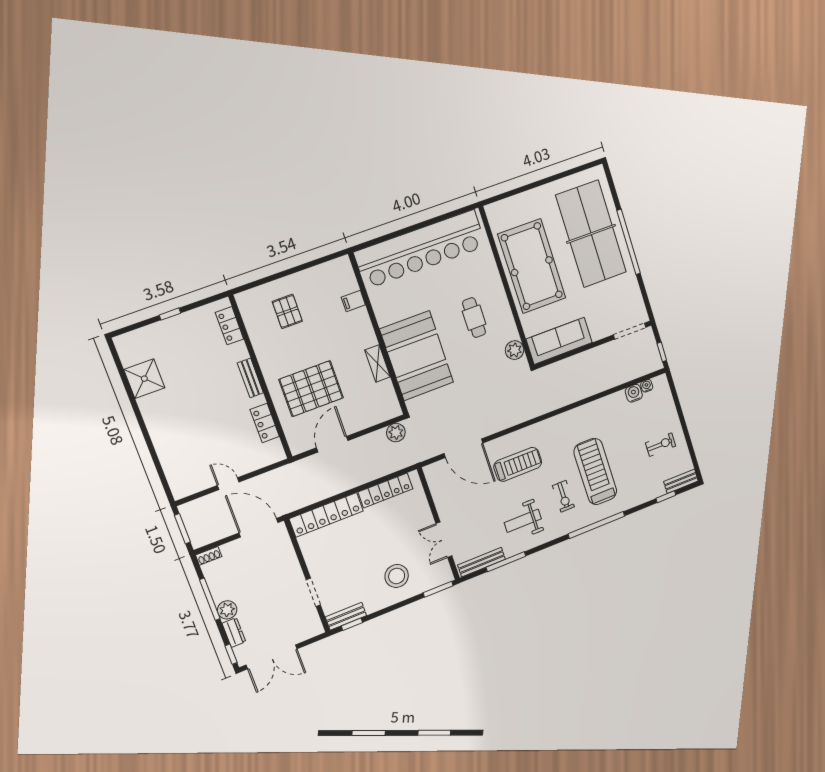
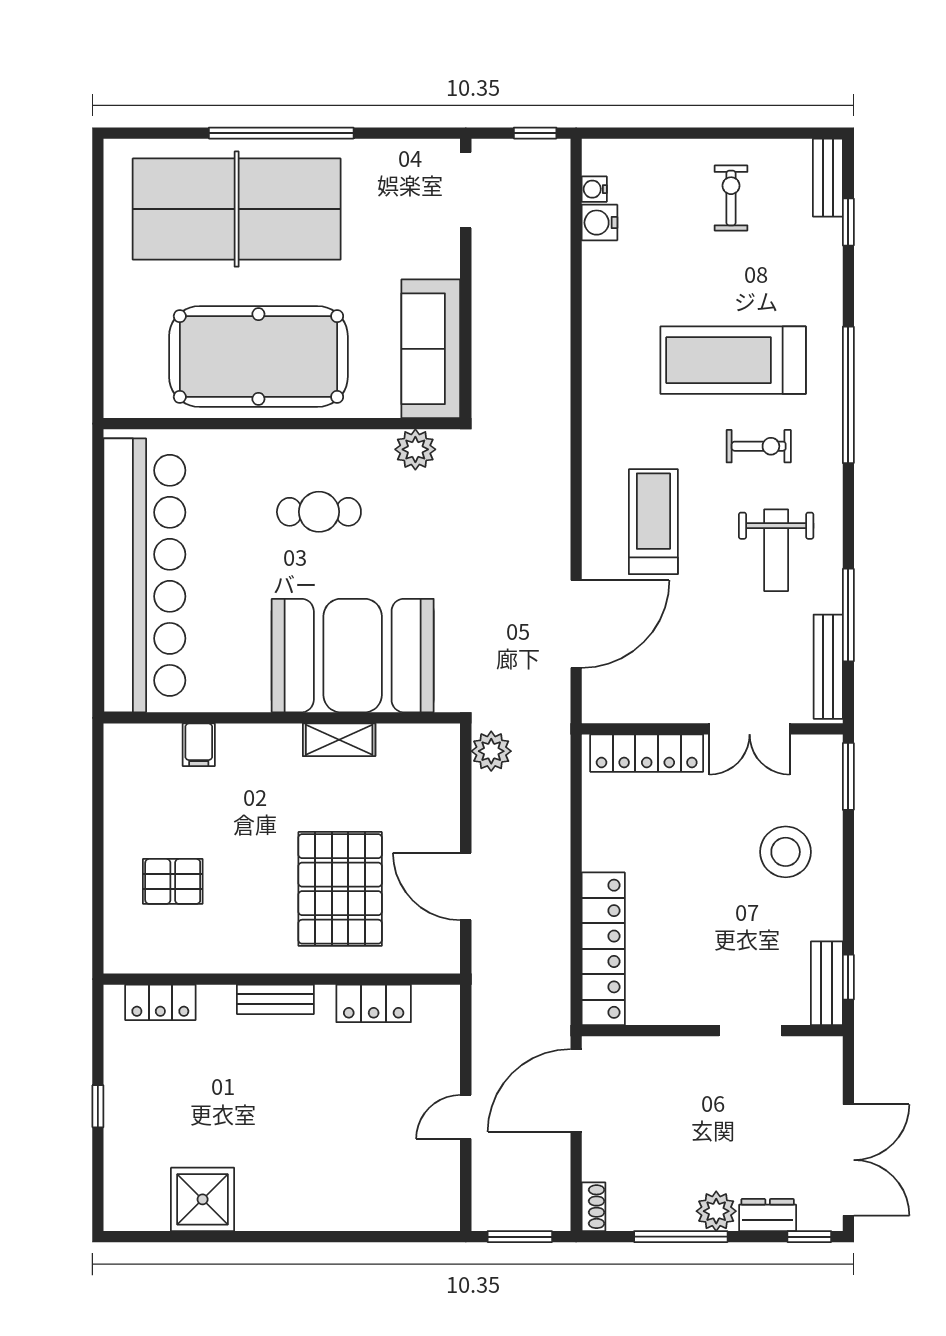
locker: (385, 490) -> (647, 753), moved, turned 90

